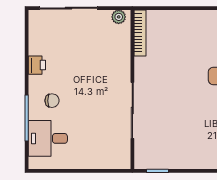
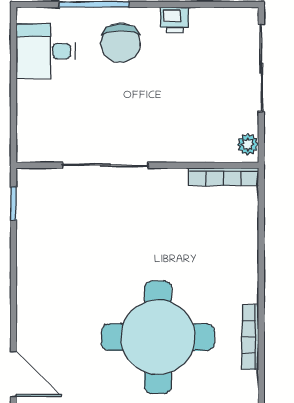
chair: (52, 101) -> (120, 43), width x1.87, depth x1.87
desk: (48, 138) -> (46, 51), moved, turned -90

